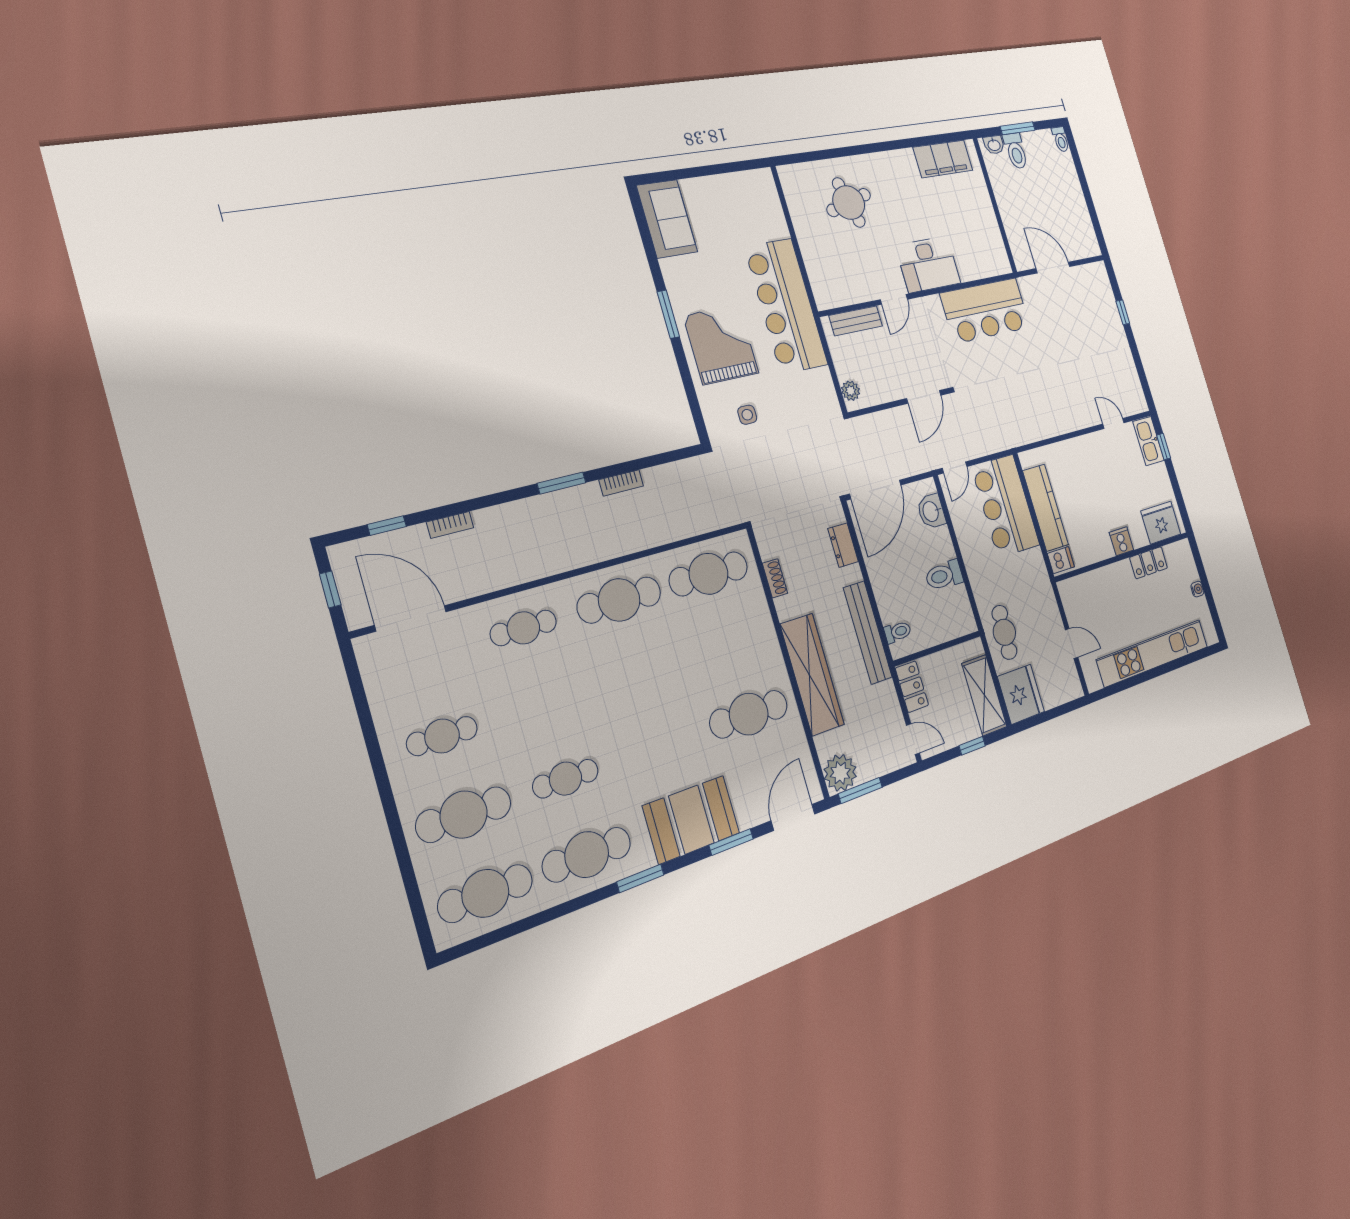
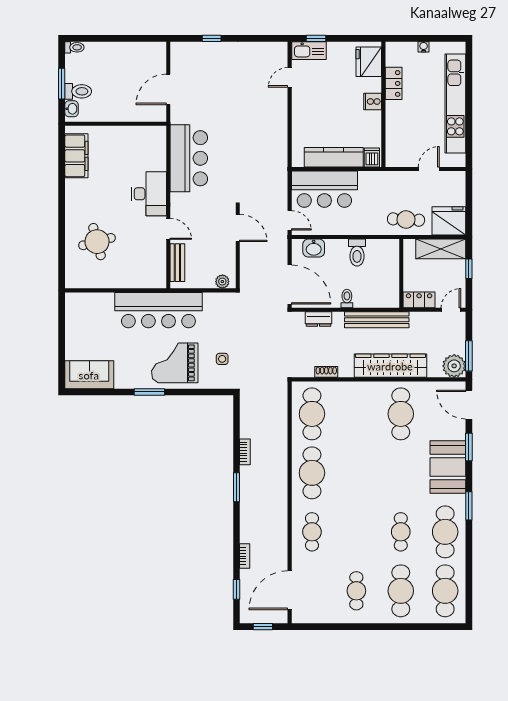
toilet: (898, 632) -> (347, 299), moved

